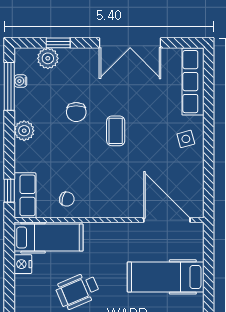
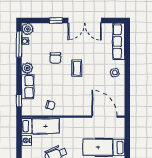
window: (58, 43) -> (56, 21), moved
plant: (48, 58) -> (27, 29), moved
row of seats: (25, 195) -> (28, 87), moved

